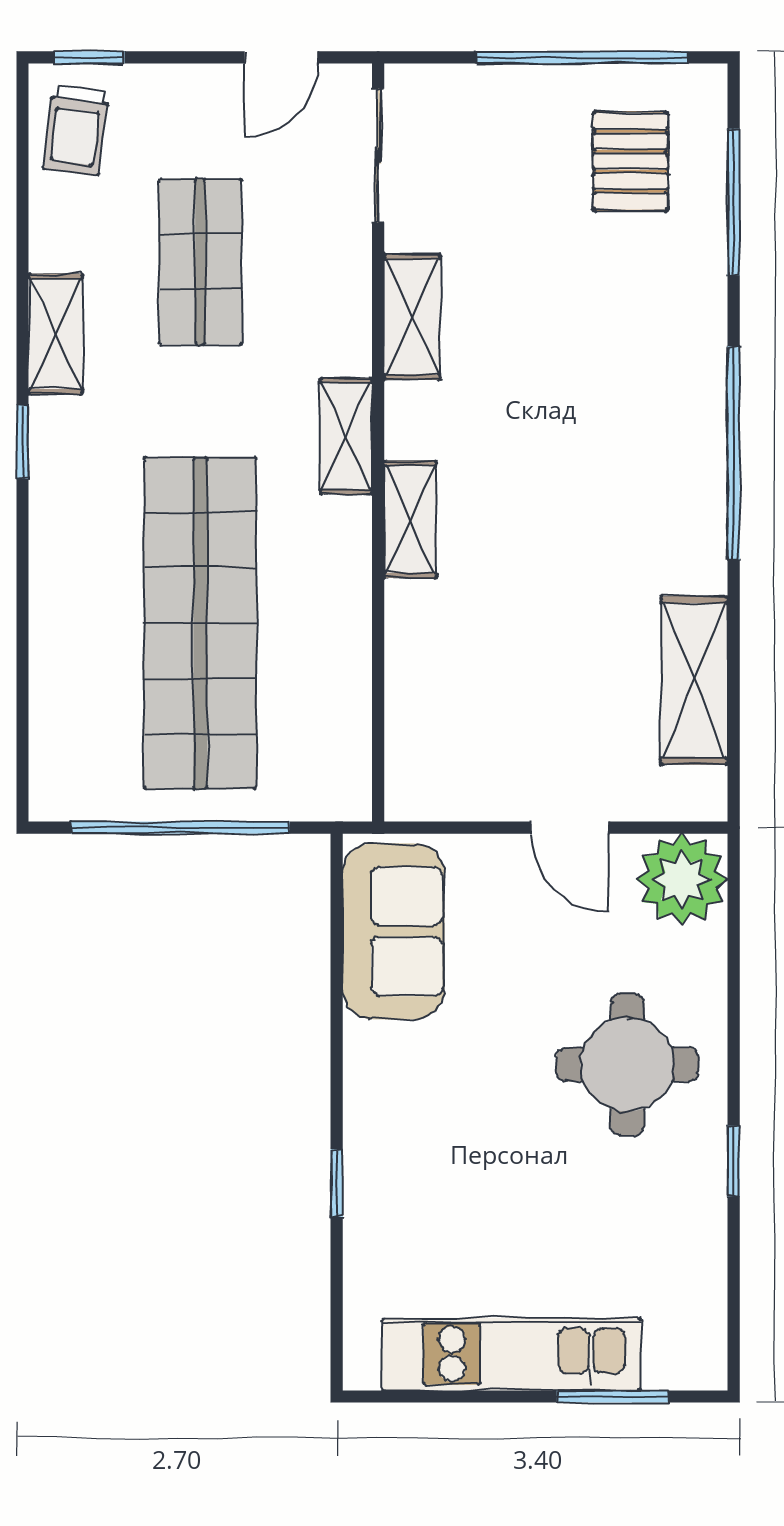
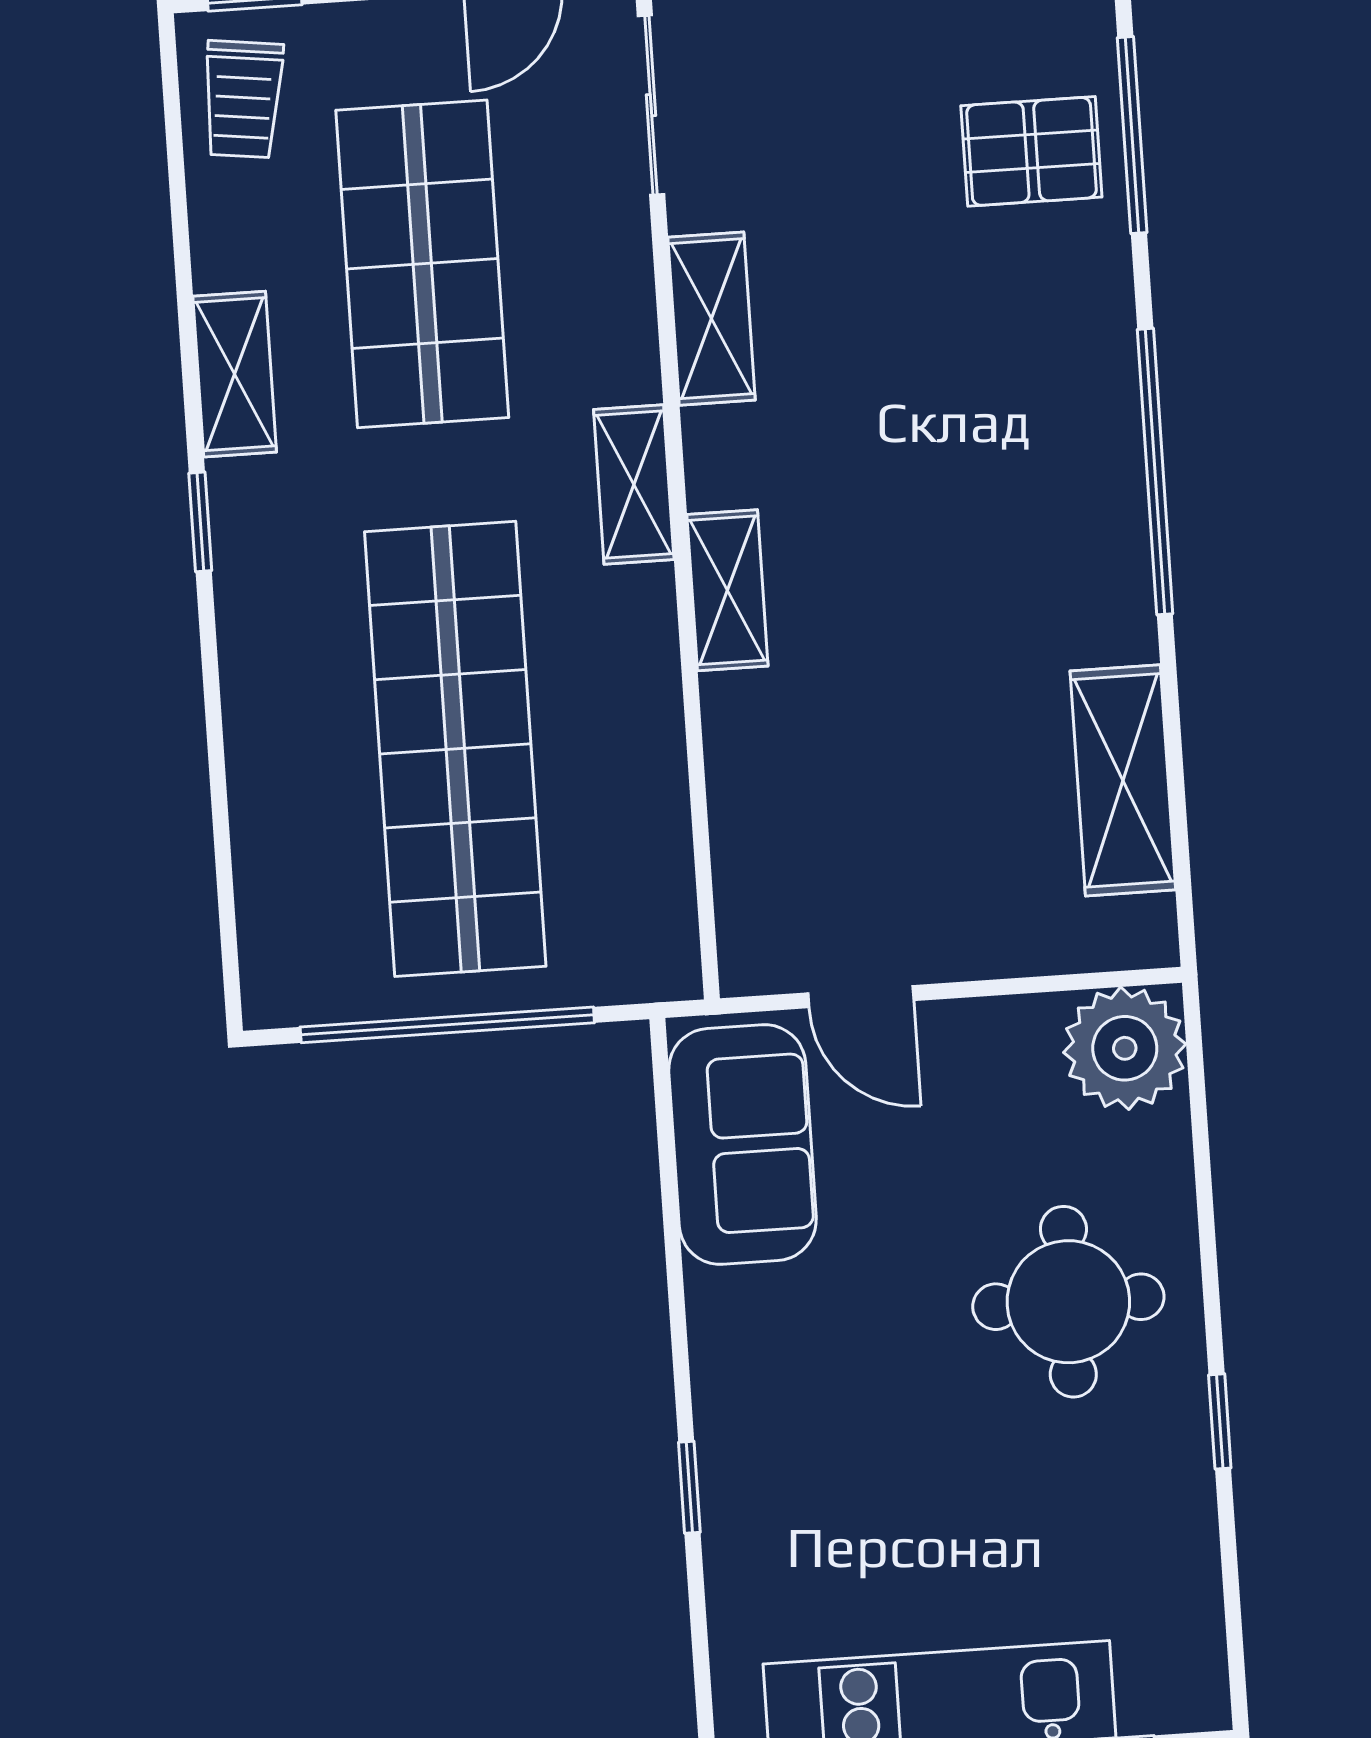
pallet: (630, 161) -> (1031, 151), moved, turned 90
shop shelf: (200, 262) -> (422, 264), width x1.43, depth x1.36
door: (569, 828) -> (861, 997), moved

